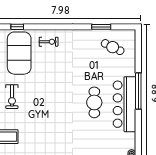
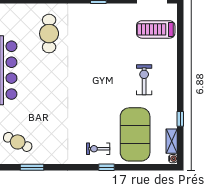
window: (17, 27) -> (106, 167), moved
cafe table: (94, 102) -> (49, 34), moved

